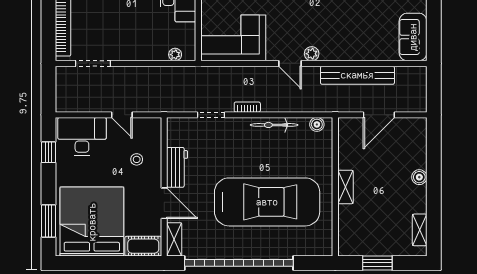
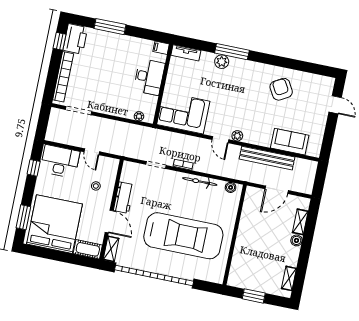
sofa: (413, 37) -> (290, 142), moved, turned 90
shelving: (345, 187) -> (300, 222), moved

